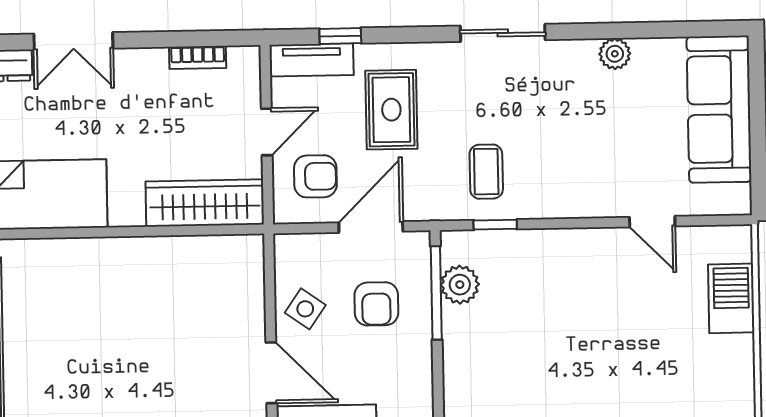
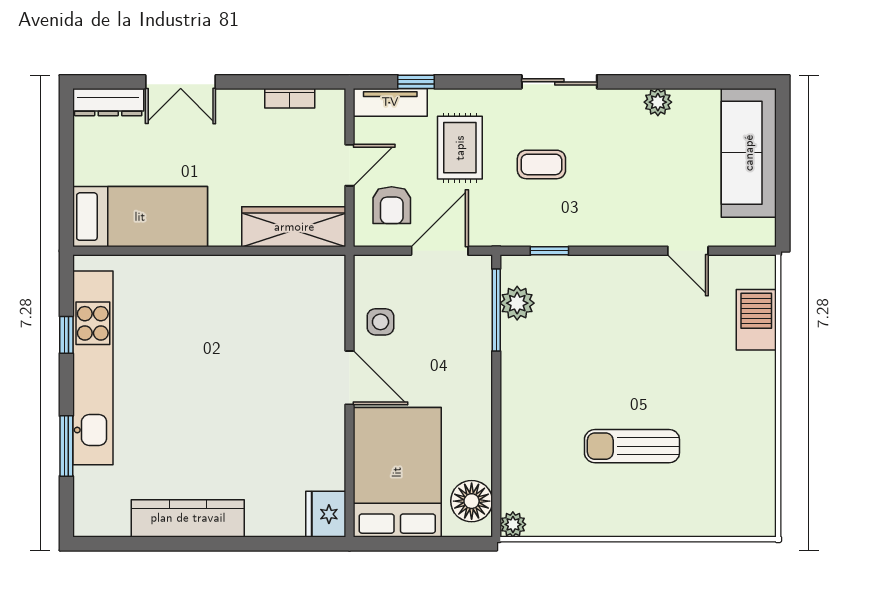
coffee table: (486, 172) -> (541, 164), moved, turned 90
armchair: (315, 176) -> (392, 205), turned 90
armchair: (376, 304) -> (443, 319), removed
side table: (305, 309) -> (380, 322), turned -35

